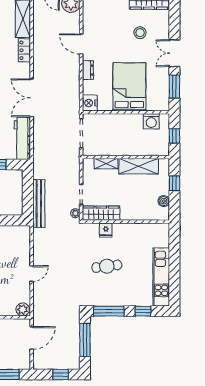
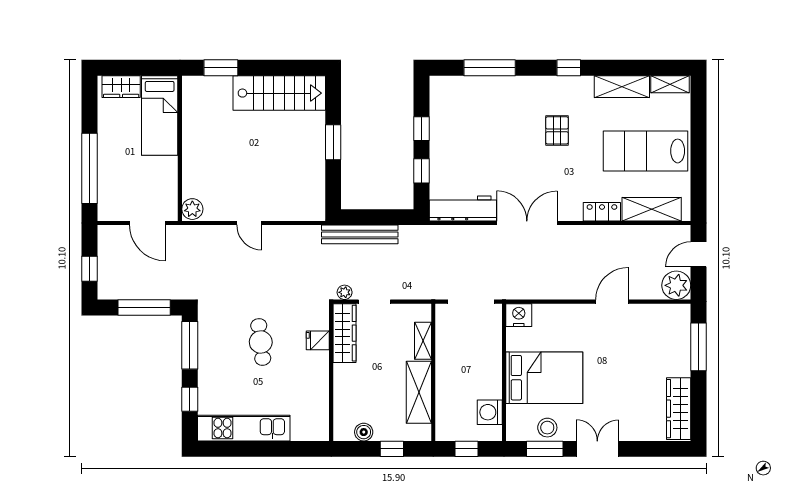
stool: (140, 33) -> (547, 428), moved
dresser: (88, 70) -> (571, 312), removed

